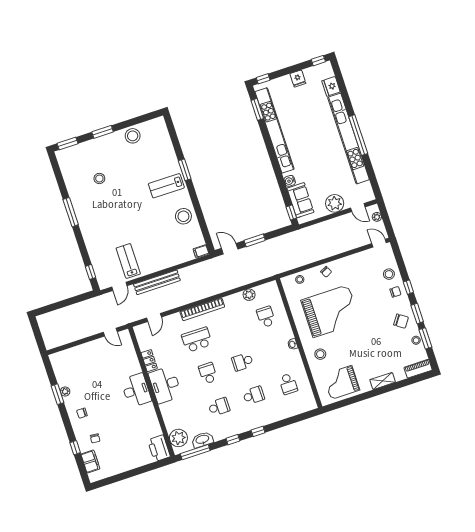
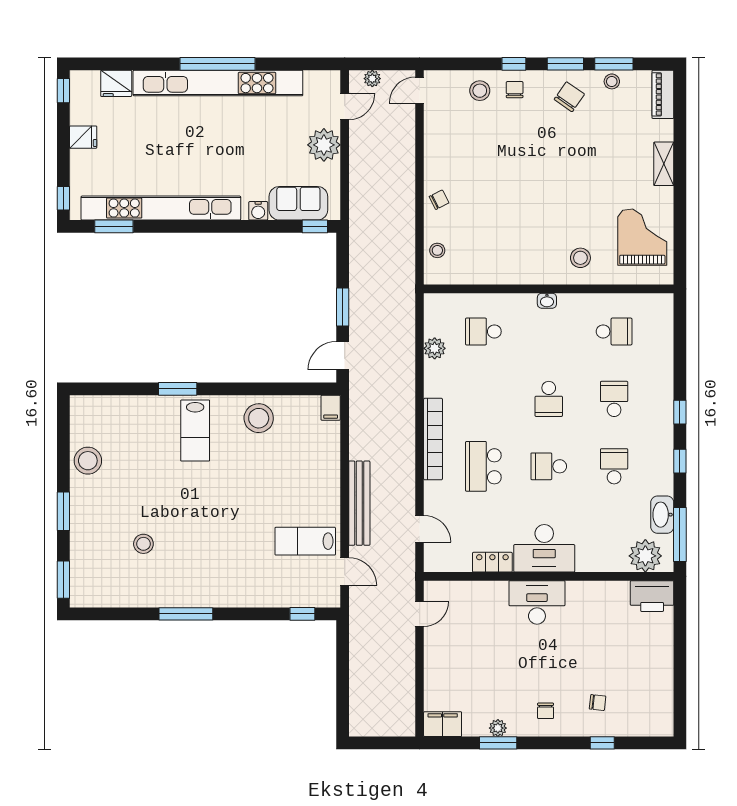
grand piano: (331, 311) -> (511, 215), removed
grand piano: (341, 382) -> (642, 237), turned 180
filing cabinet: (90, 461) -> (443, 724), moved

